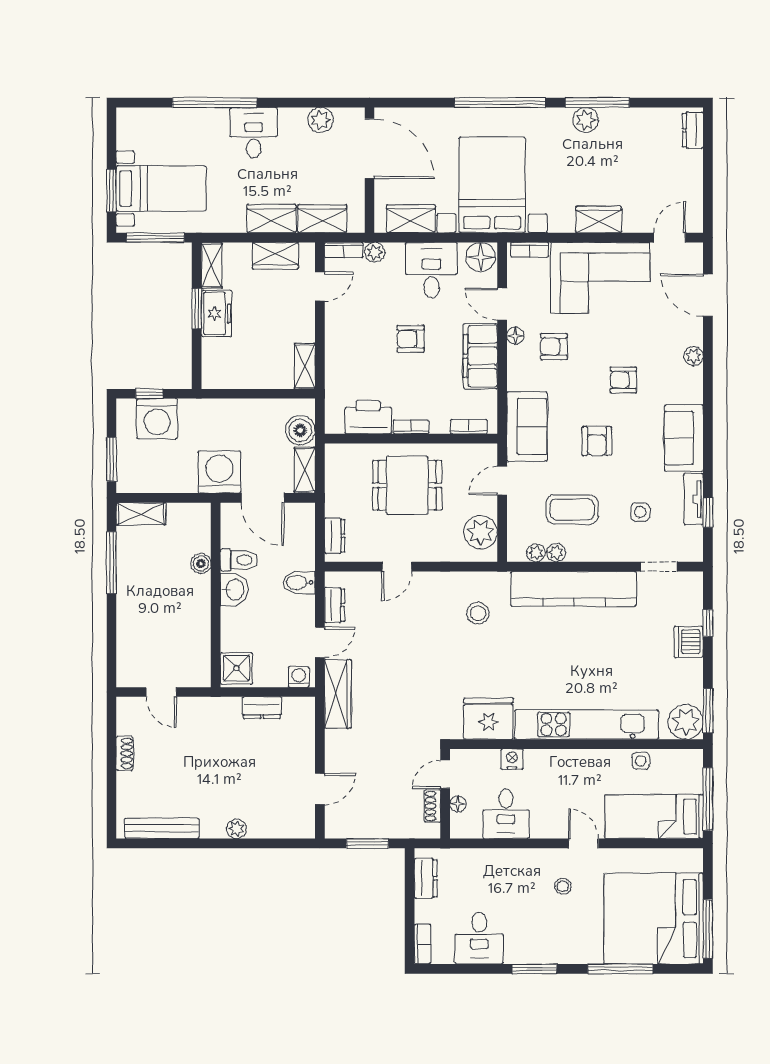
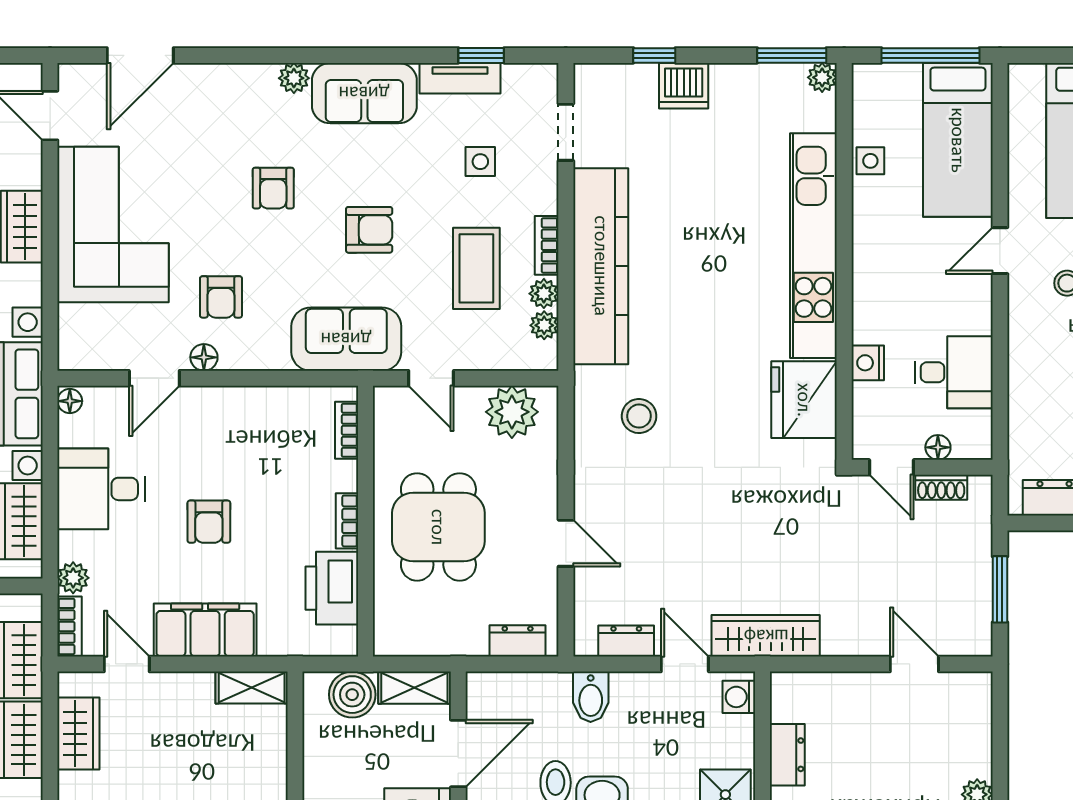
bookcase: (530, 250) -> (547, 245), moved, turned 180
floor lamp: (481, 257) -> (70, 401), width x0.53, depth x0.53
filing cabinet: (480, 356) -> (205, 630), moved, turned 180
plant: (694, 356) -> (294, 78), moved
plant: (686, 722) -> (822, 77), width x0.53, depth x0.53

